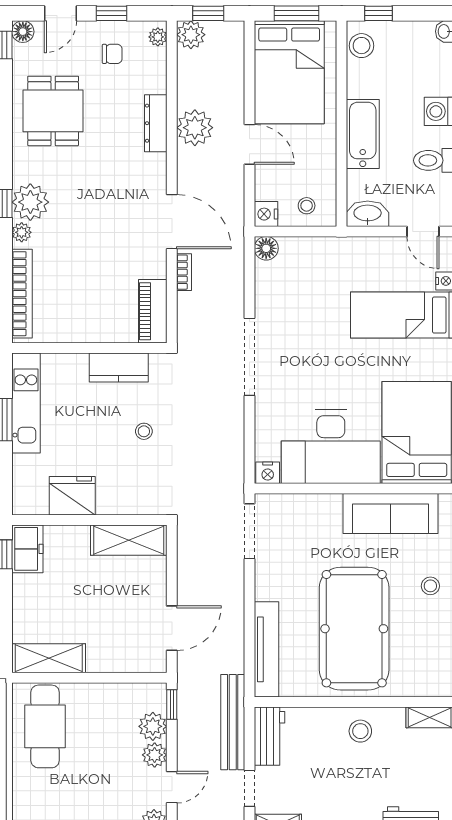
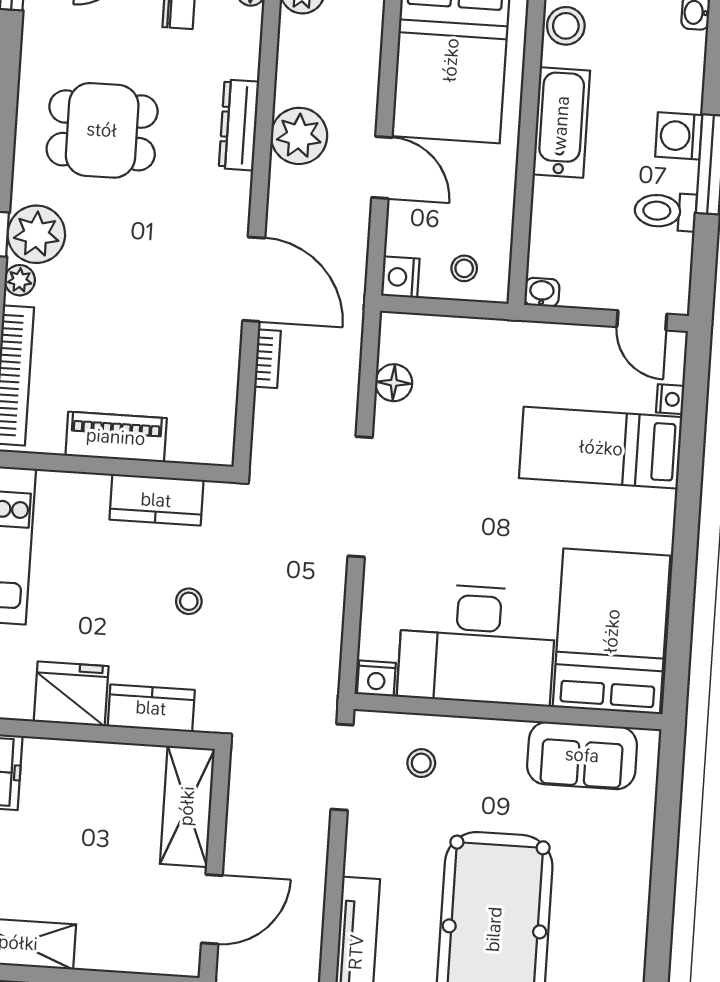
dining table: (53, 111) -> (102, 130), moved, turned 90
bathtub: (363, 134) -> (561, 123), moved
washbasin: (368, 214) -> (542, 292), width x0.52, depth x0.69
floor lamp: (266, 248) -> (394, 383), moved
piano: (153, 311) -> (116, 437), moved, turned 90
kitchen counter: (124, 502) -> (151, 708), added
sofa: (391, 514) -> (582, 755), width x0.73
shelving: (129, 540) -> (187, 806), moved, turned 90
stool: (430, 586) -> (421, 763), moved

